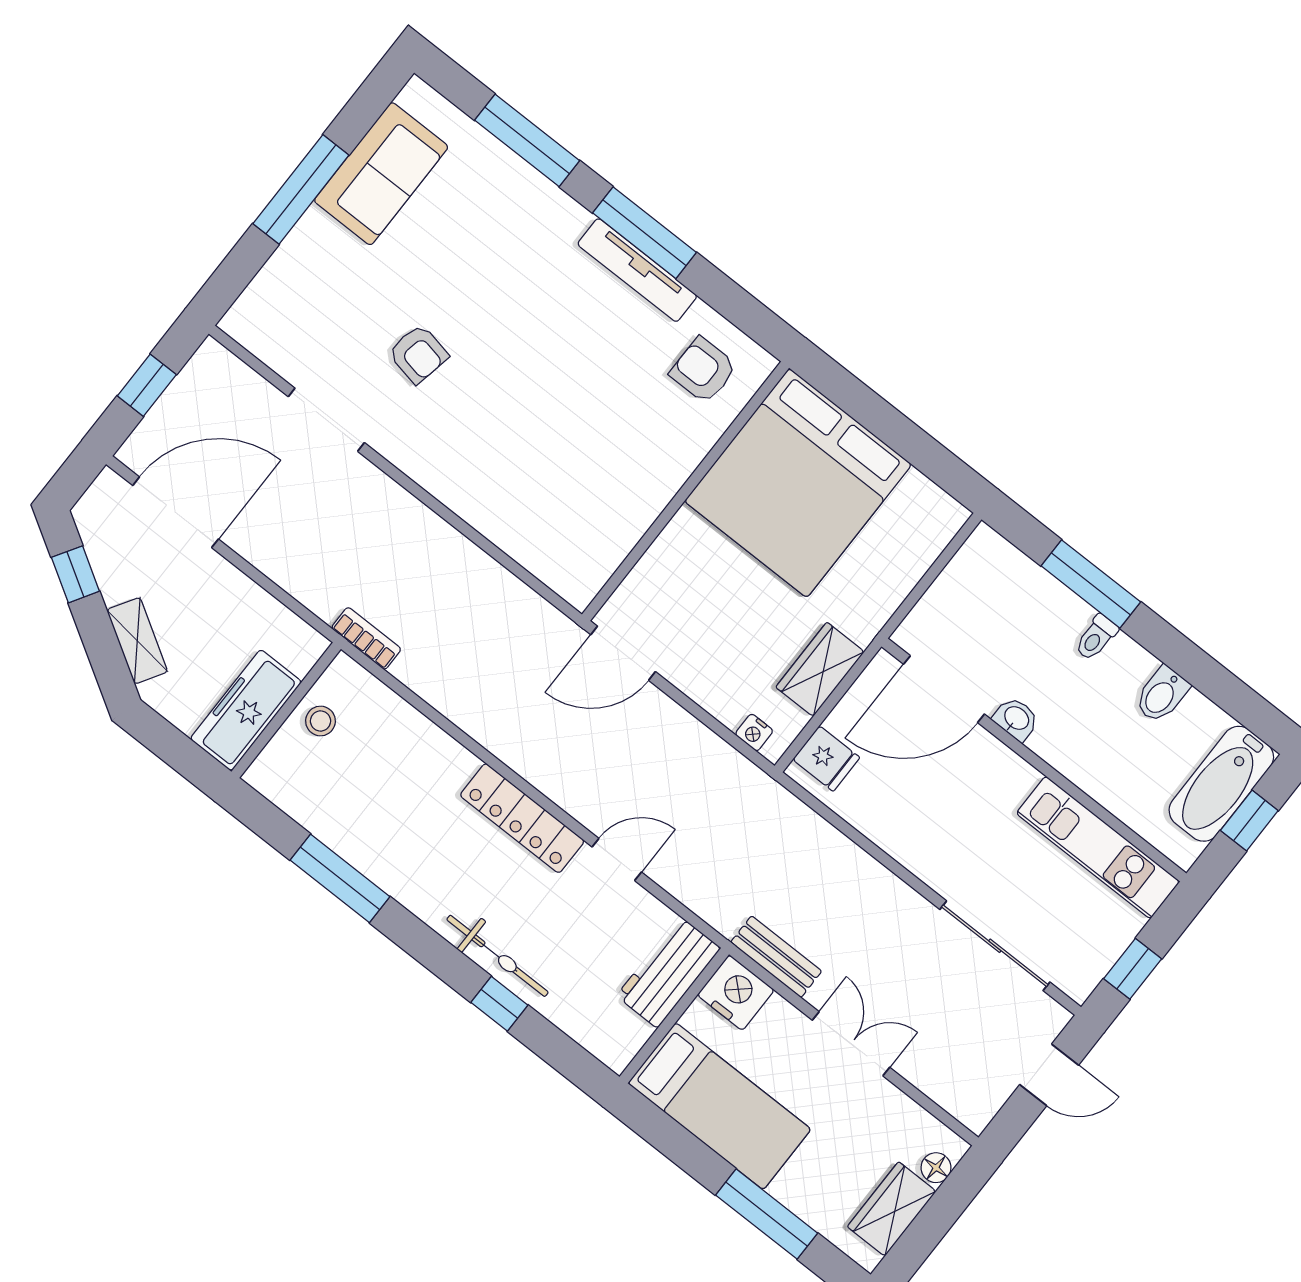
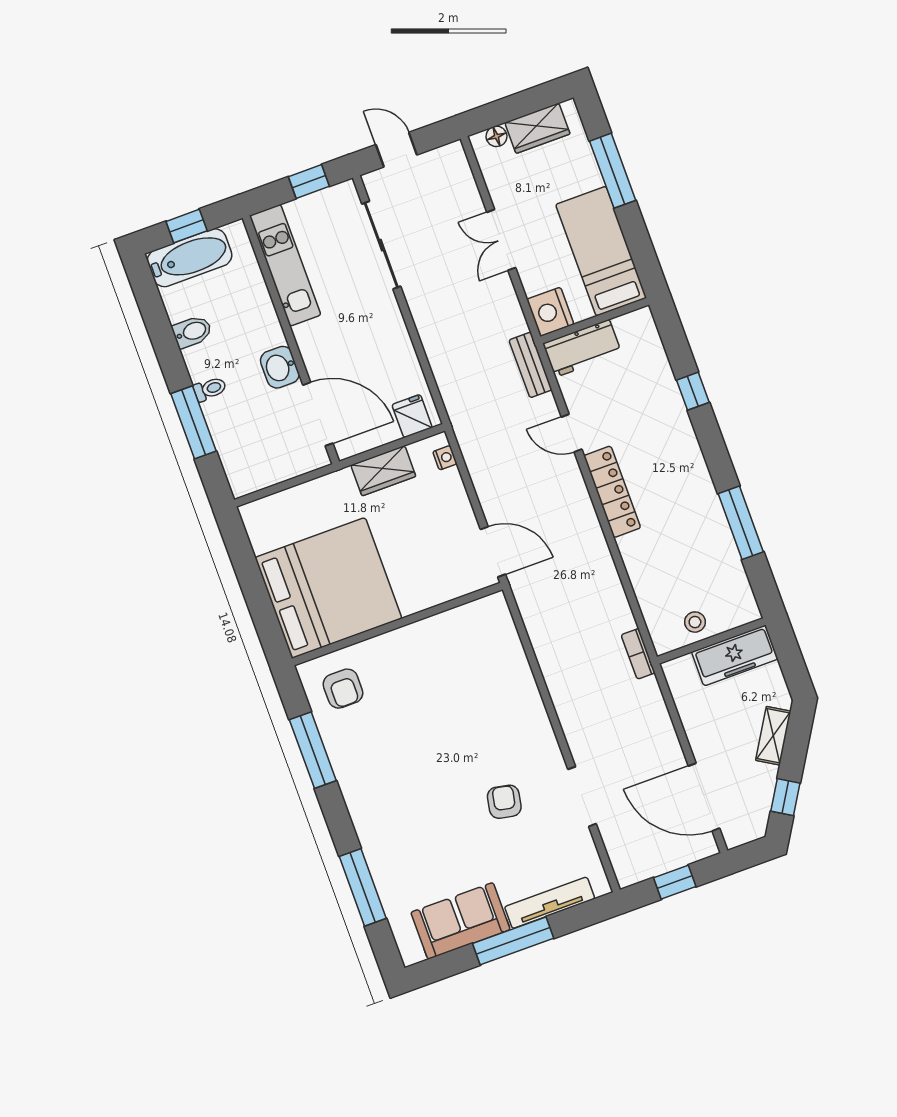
window: (644, 233) -> (313, 750), moved
tv unit: (637, 270) -> (550, 903), moved, turned -90
washbasin: (1016, 719) -> (280, 367), width x1.38, depth x1.45
bicycle: (497, 956) -> (677, 420), removed
bench: (776, 957) -> (531, 365), moved

